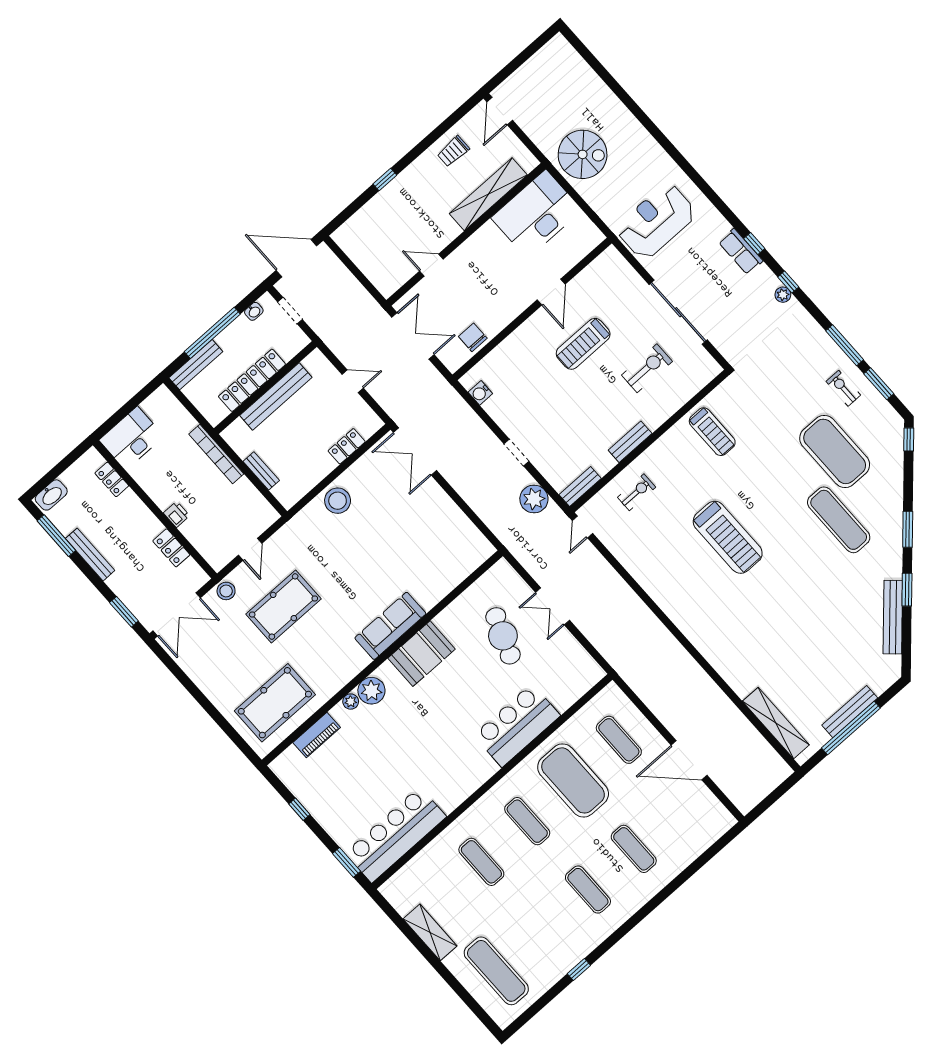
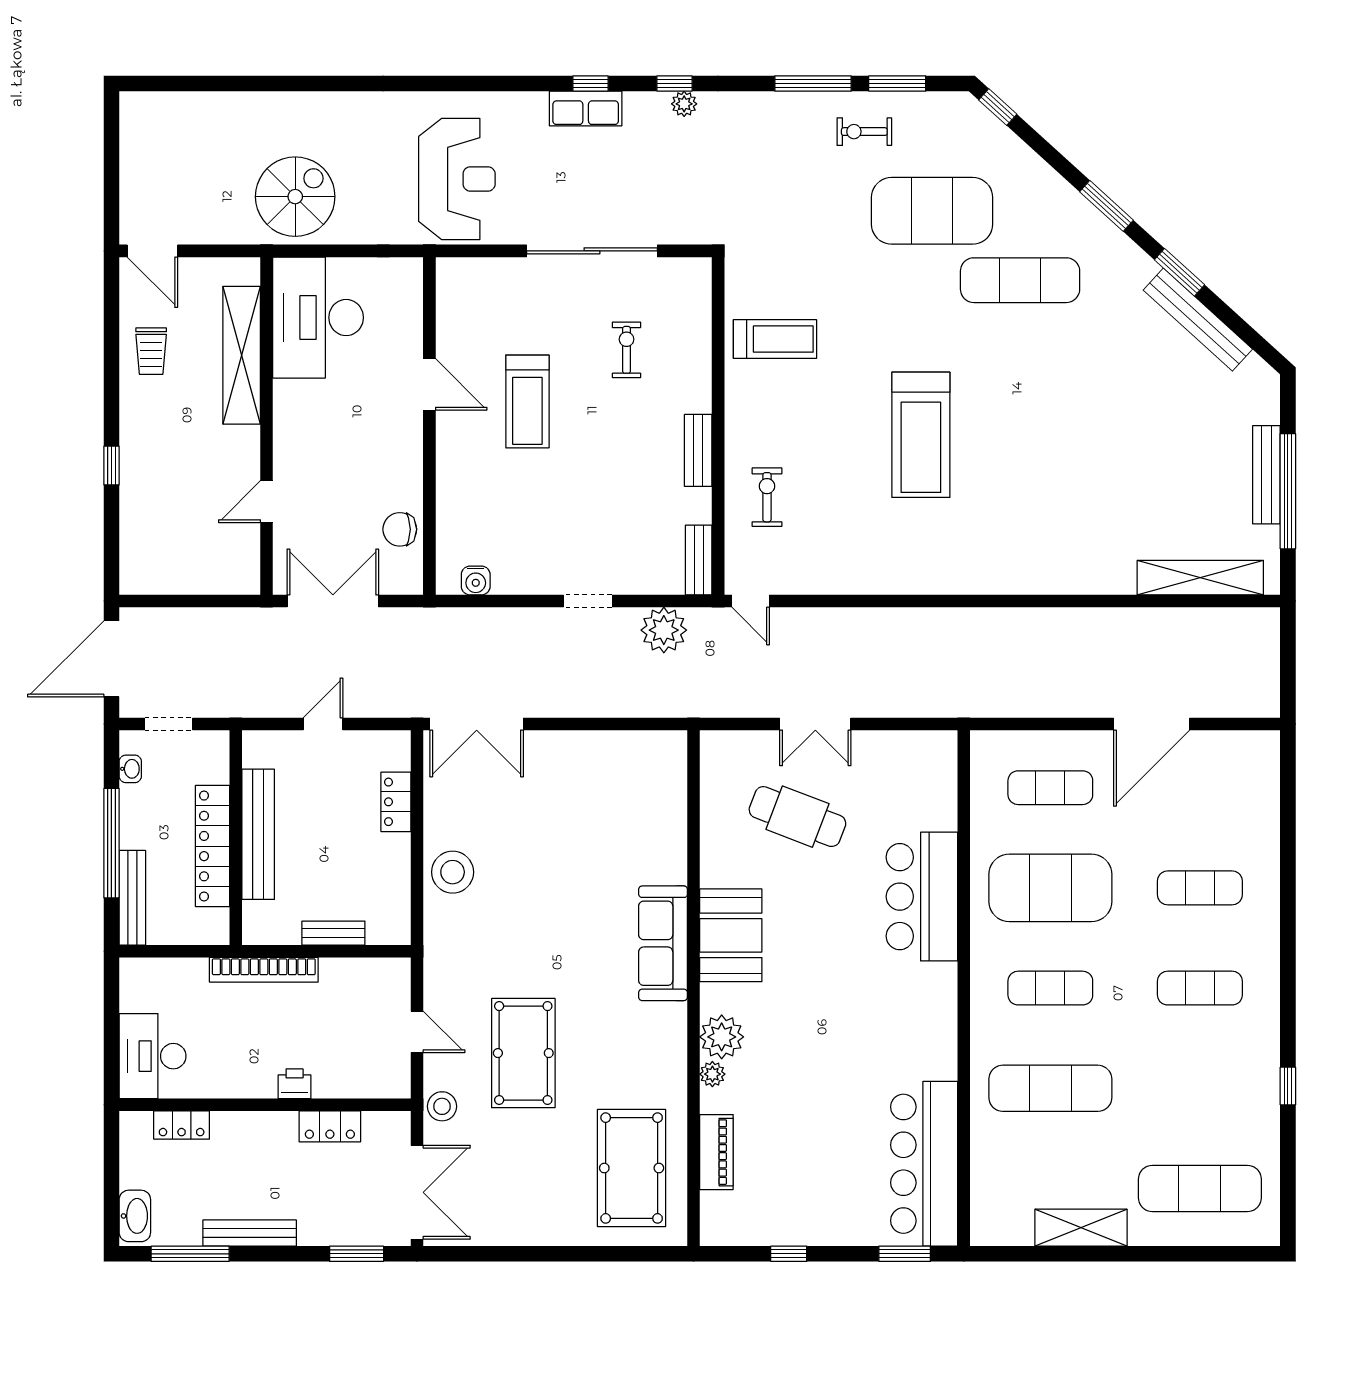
reception desk: (656, 221) -> (457, 179), turned 180
exercise bike: (647, 368) -> (627, 350), width x0.73, depth x0.72
treadmill: (728, 537) -> (921, 435), turned 90
exercise mat: (481, 862) -> (1050, 1088), width x1.36, depth x1.45

